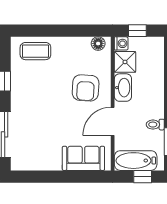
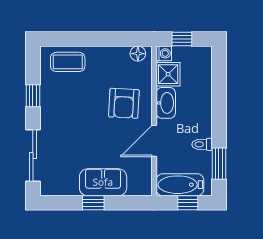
sofa: (83, 158) -> (103, 182), moved
window: (58, 177) -> (93, 203), added

